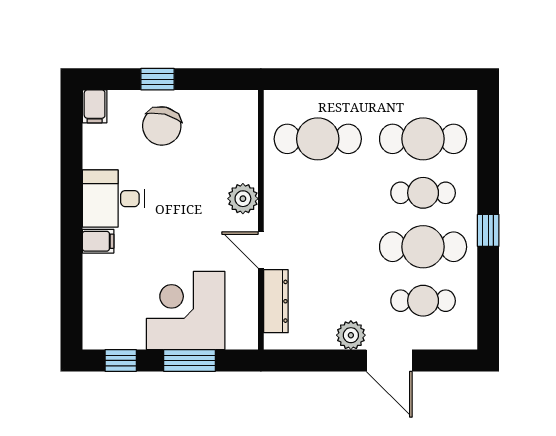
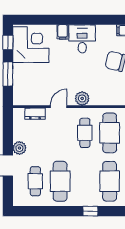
cafe table: (423, 193) -> (85, 133), moved
window: (488, 230) -> (90, 211), moved
dresser: (276, 301) -> (35, 114), width x0.70
corner desk: (186, 310) -> (31, 45), moved

